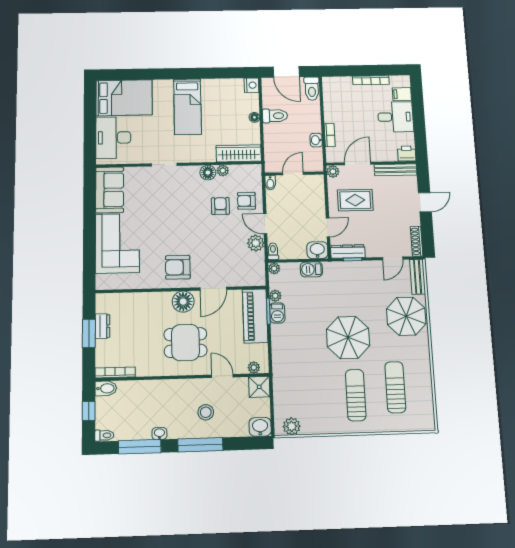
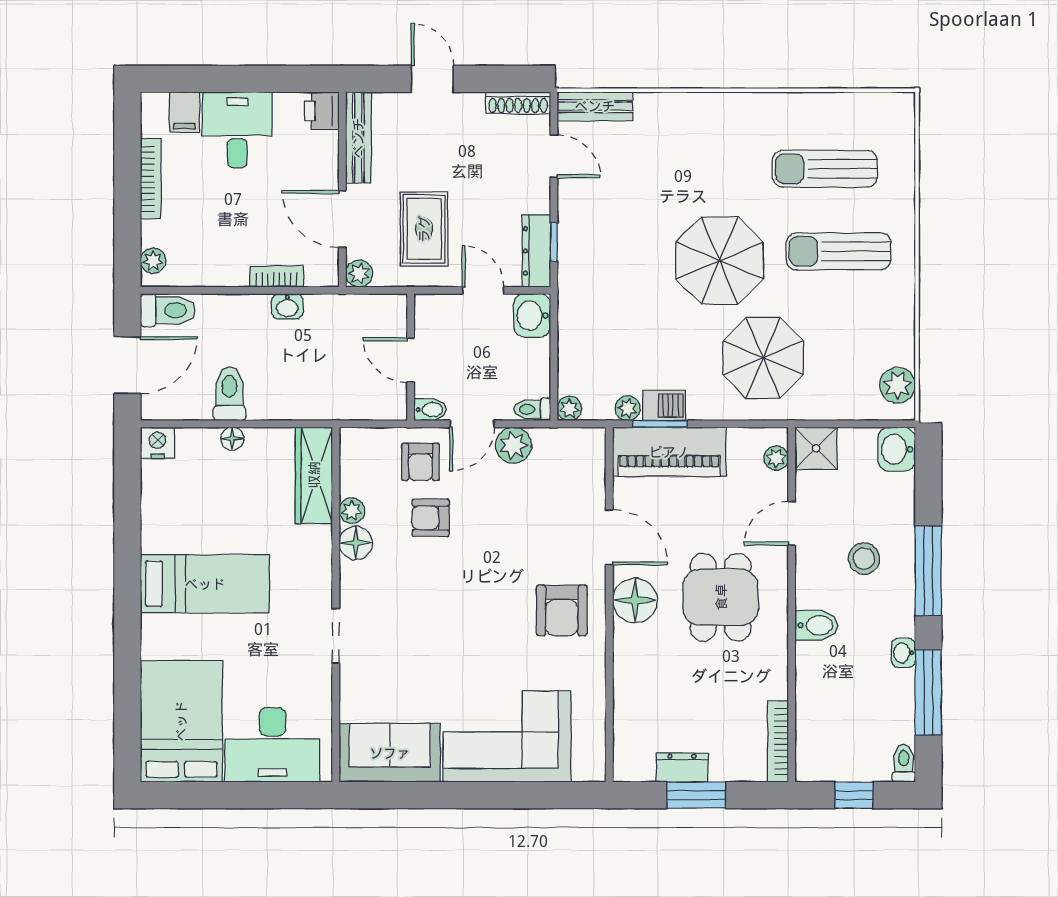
plant: (334, 82) -> (153, 261), added
wall: (294, 173) -> (411, 357), moved
door: (293, 174) -> (411, 360), moved
bidet: (270, 183) -> (430, 410), moved
barbecue: (311, 269) -> (573, 330), removed
parasol: (406, 316) -> (763, 358), moved
bidet: (106, 388) -> (816, 625), moved, turned 90

